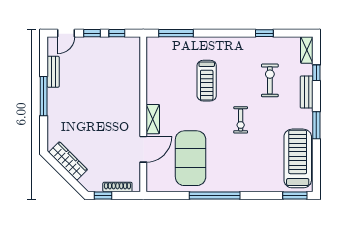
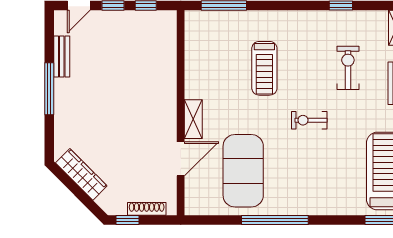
exercise bike: (241, 120) -> (309, 120), turned 90

